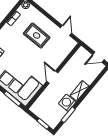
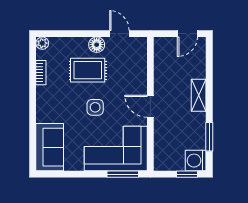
floor lamp: (51, 27) -> (97, 45), added
side table: (26, 56) -> (95, 107), added
washing machine: (67, 103) -> (196, 161), moved

